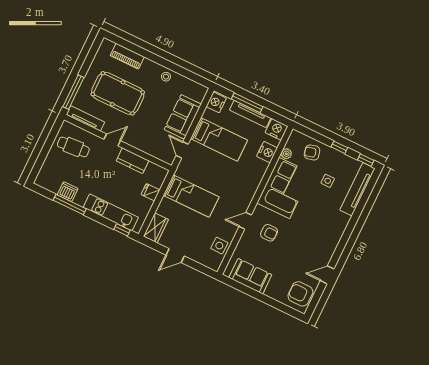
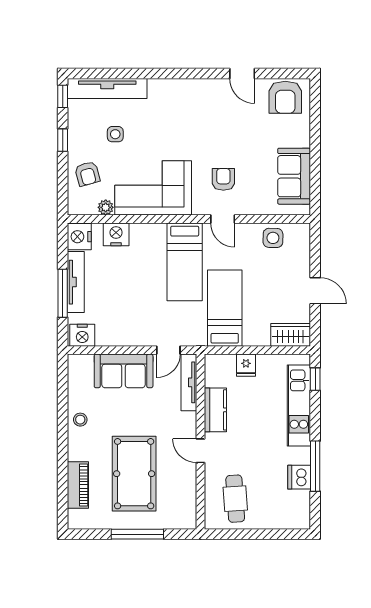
window: (73, 92) -> (137, 534), moved
tv unit: (85, 118) -> (189, 382), moved
bed: (219, 139) -> (185, 262), moved, turned 180

